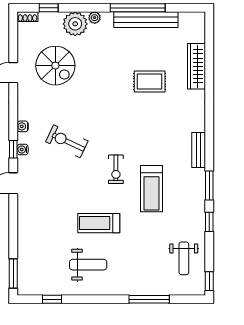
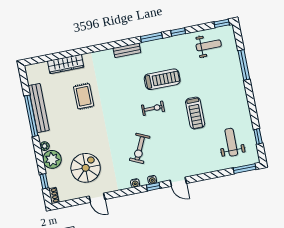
weight bench: (88, 265) -> (231, 142), moved

